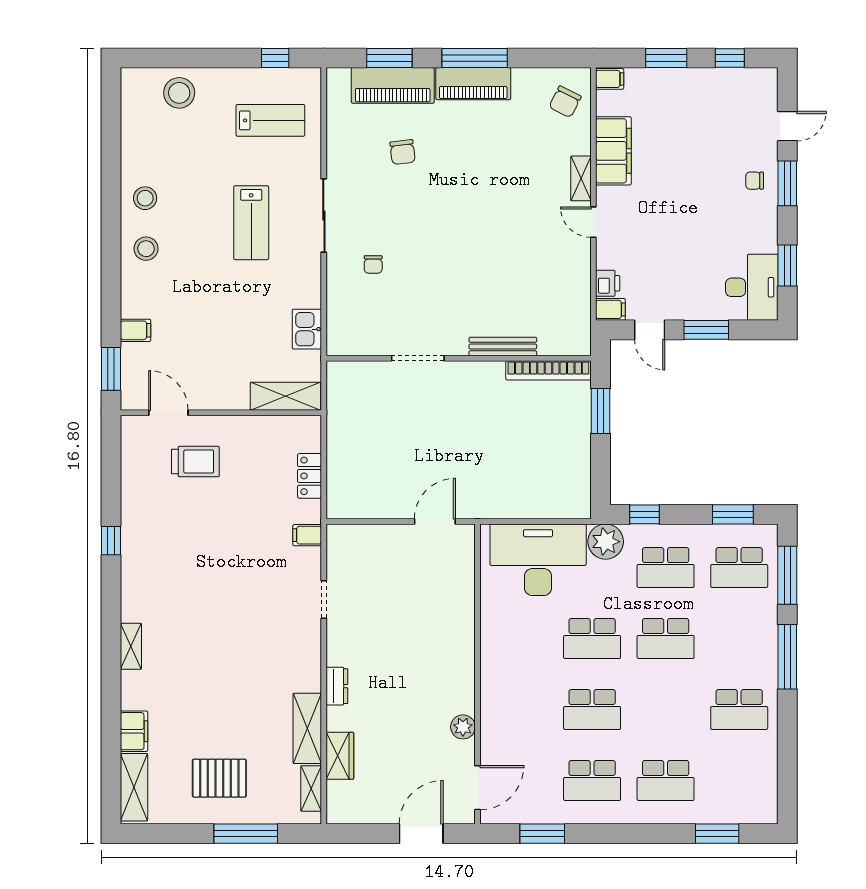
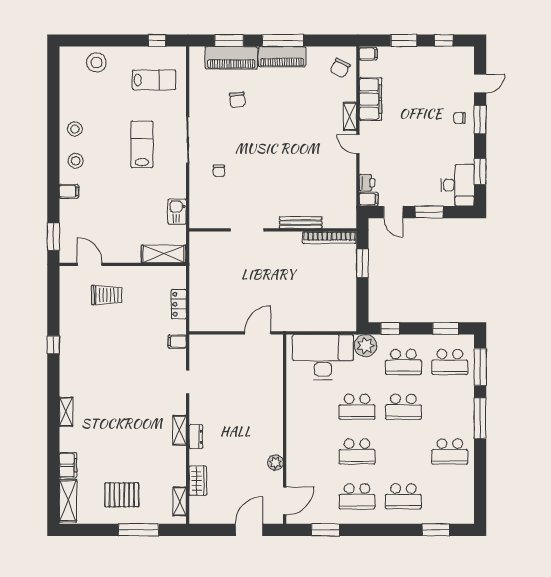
lab bench: (251, 223) -> (142, 144), turned 180
filing cabinet: (136, 330) -> (69, 191), moved
shelving: (307, 728) -> (180, 430), moved, width x0.67, depth x0.75

